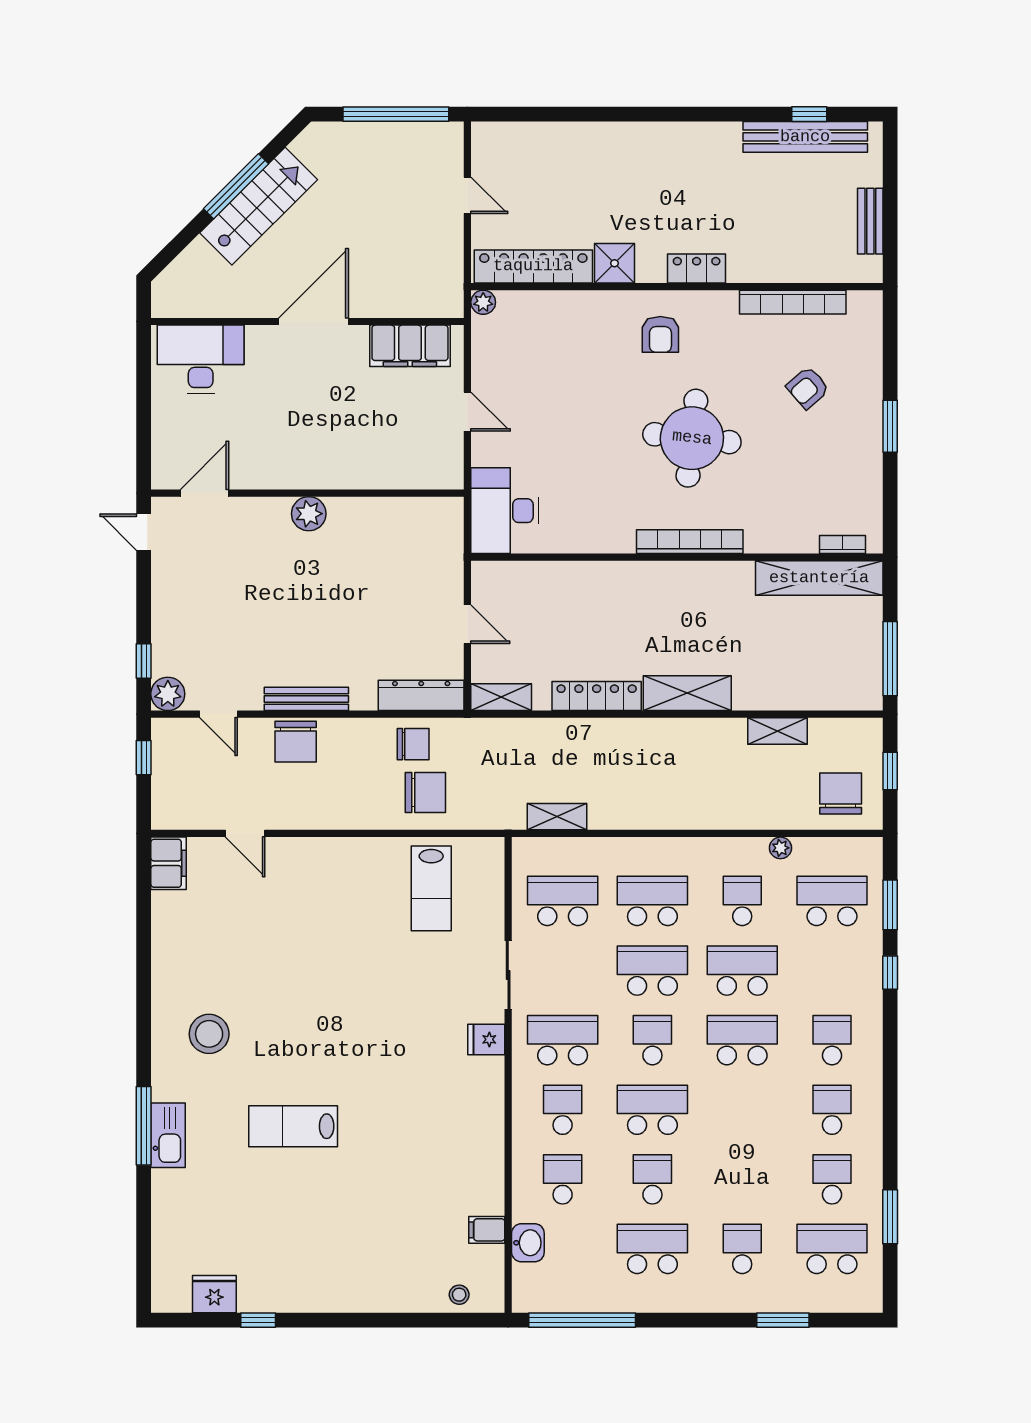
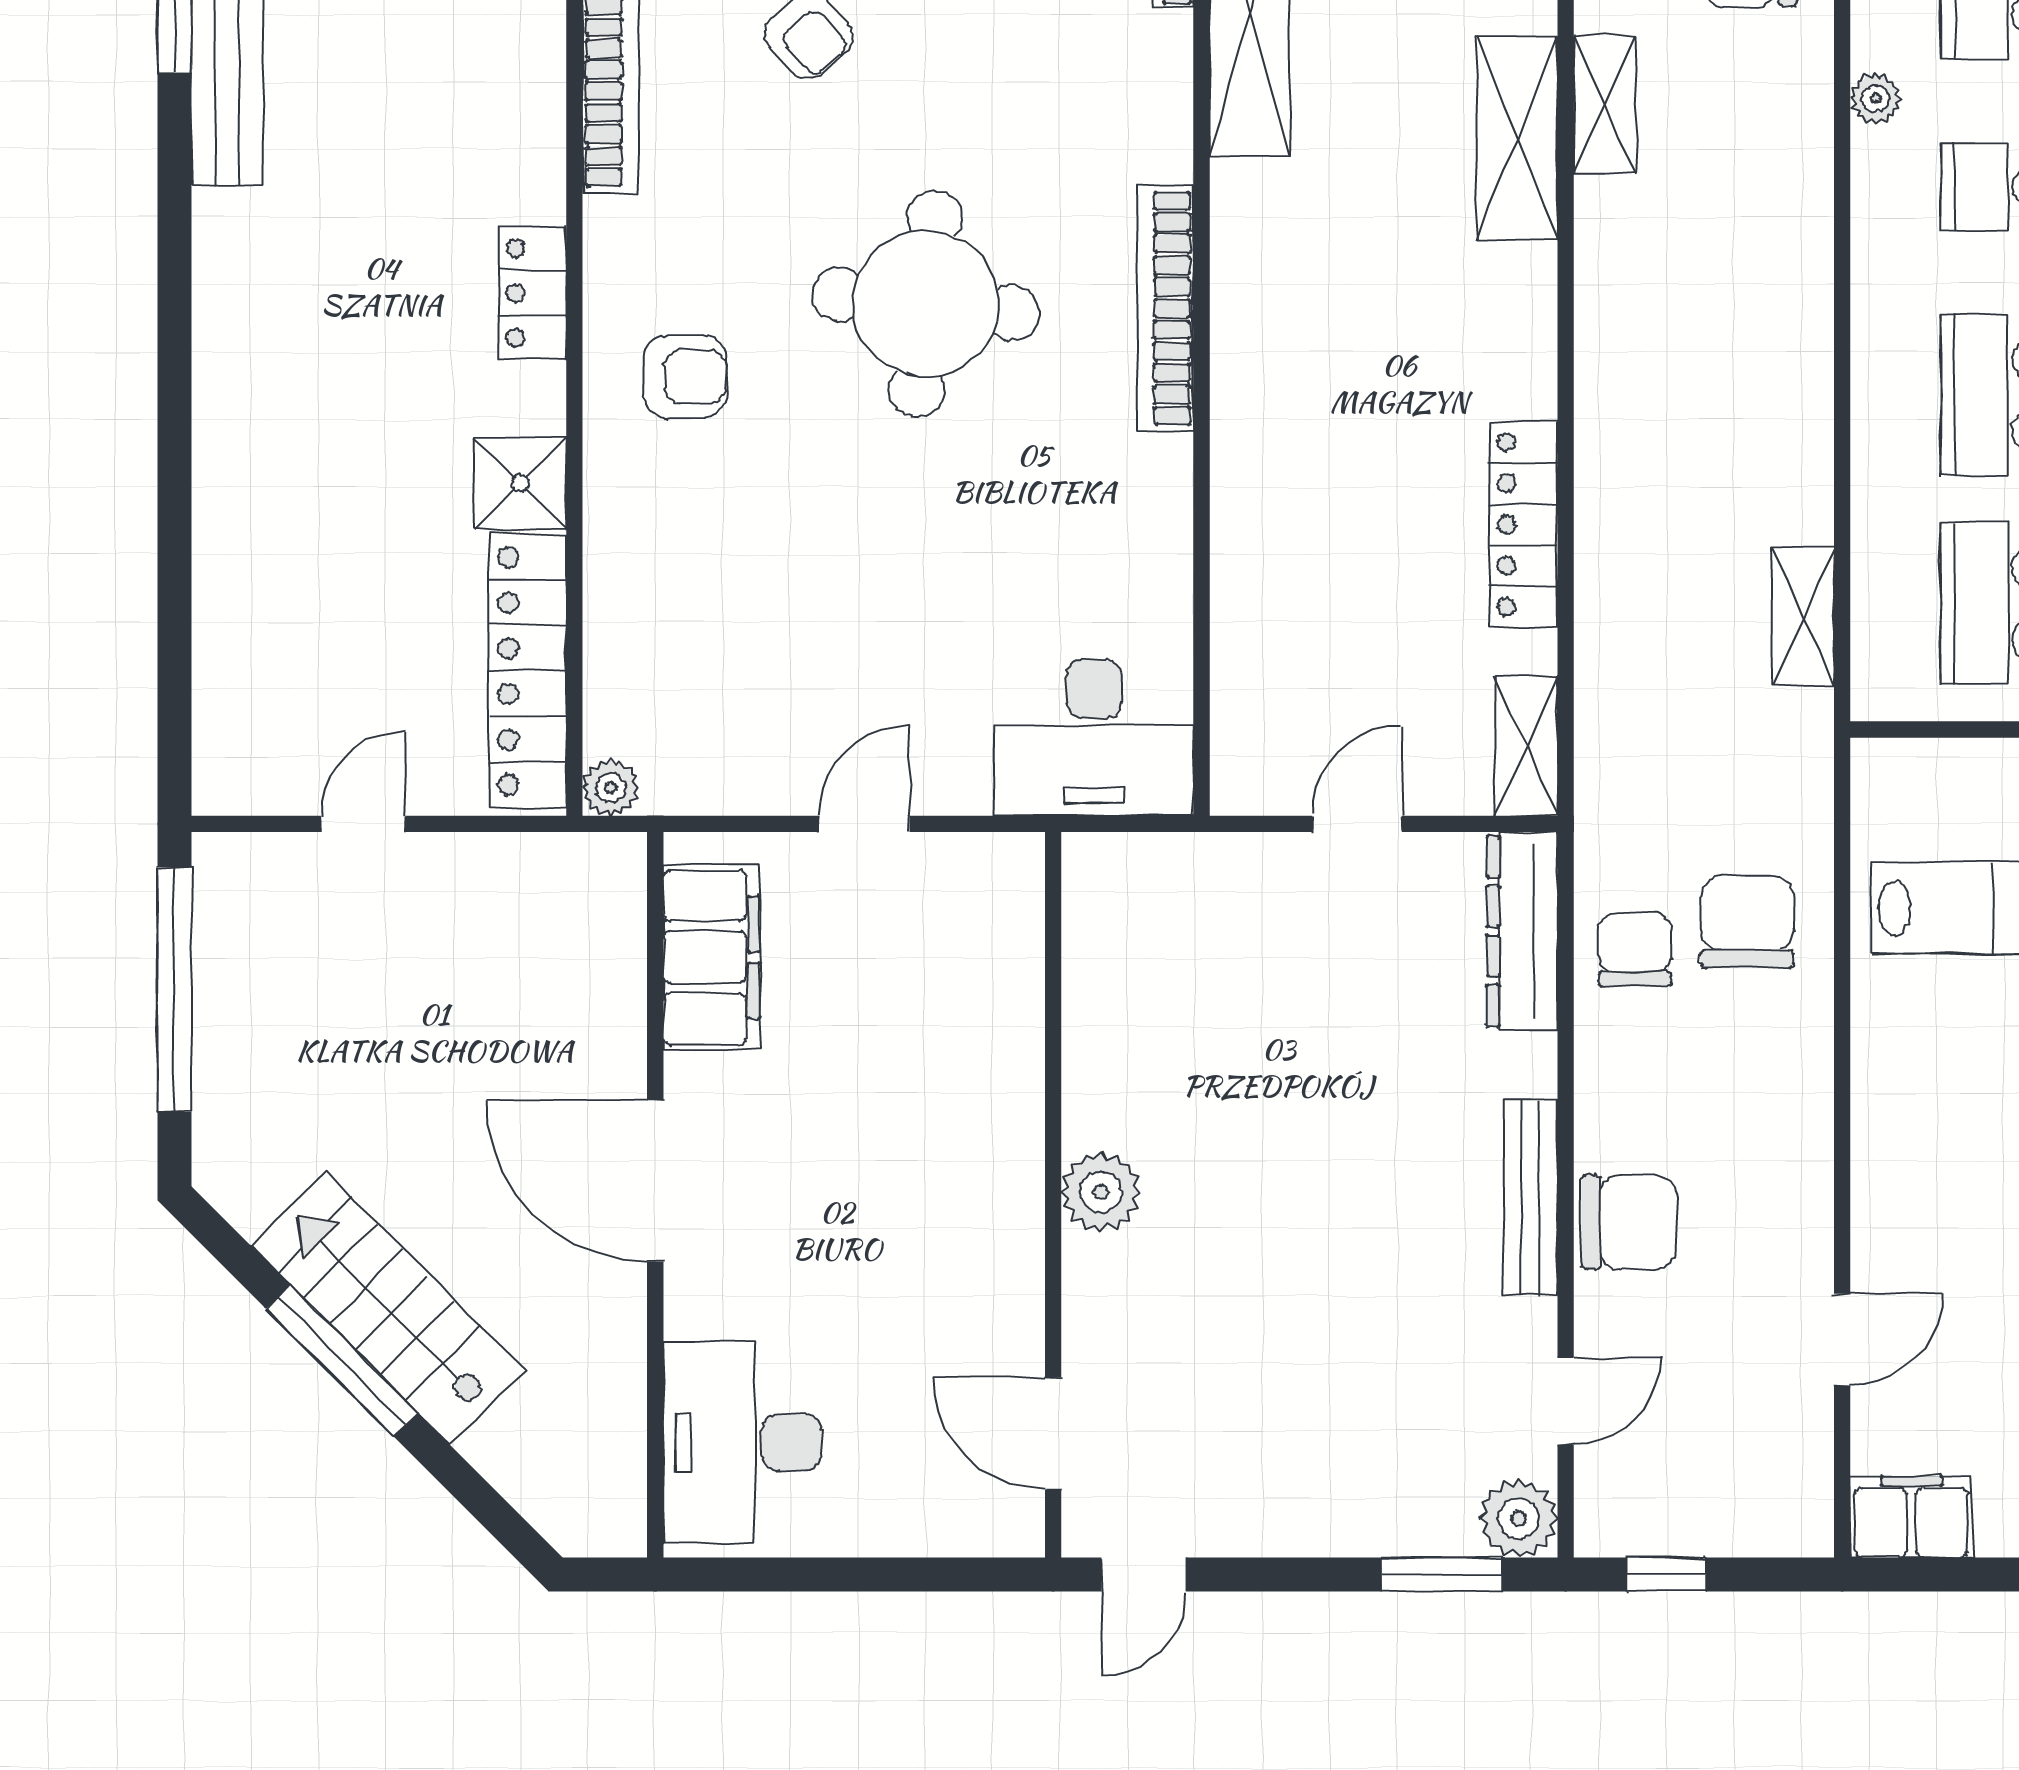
window: (144, 661) -> (1442, 1574), width x1.50
shelving: (687, 693) -> (1517, 138), moved

